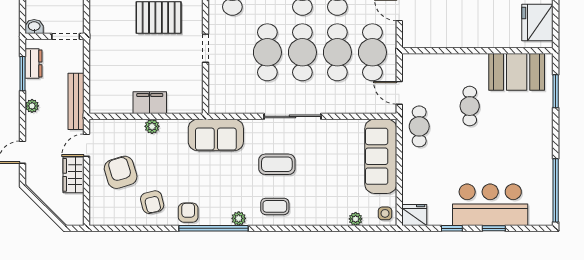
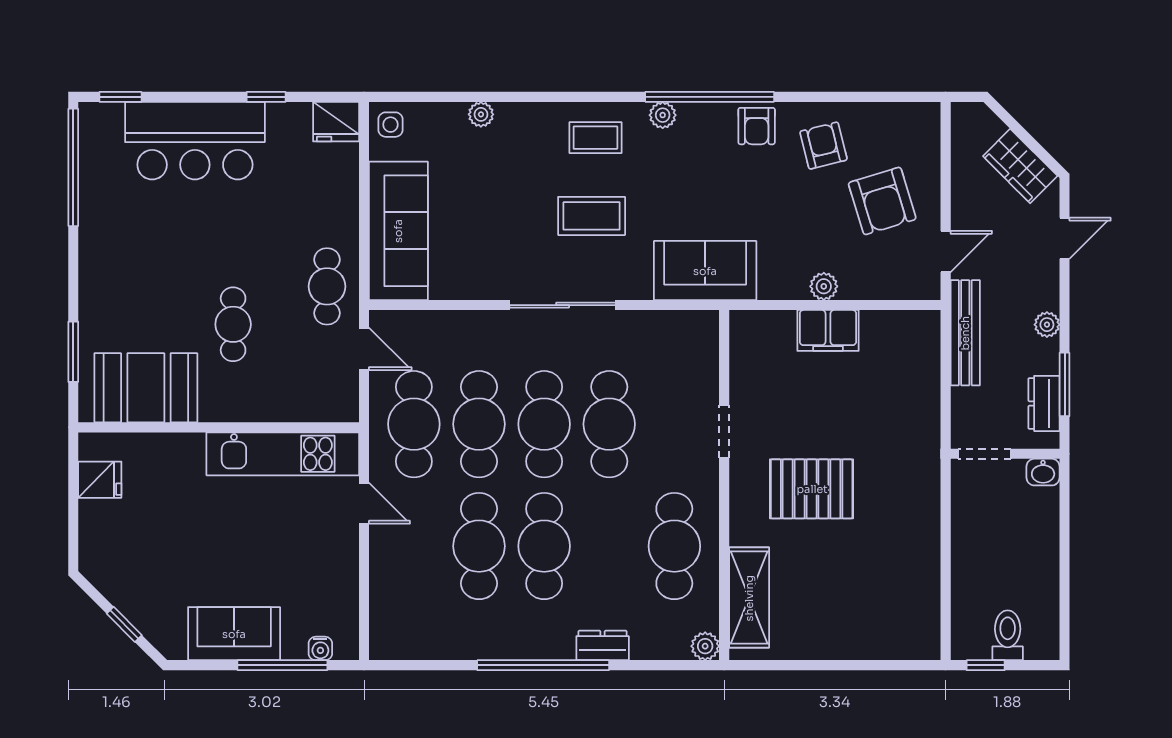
fridge: (537, 22) -> (100, 480), width x0.53, depth x0.75
kitchen unit: (443, 36) -> (283, 454), added
wardrobe: (73, 175) -> (1020, 166), moved, turned 135
plant: (356, 219) -> (481, 114), moved
window: (494, 228) -> (120, 97), moved

